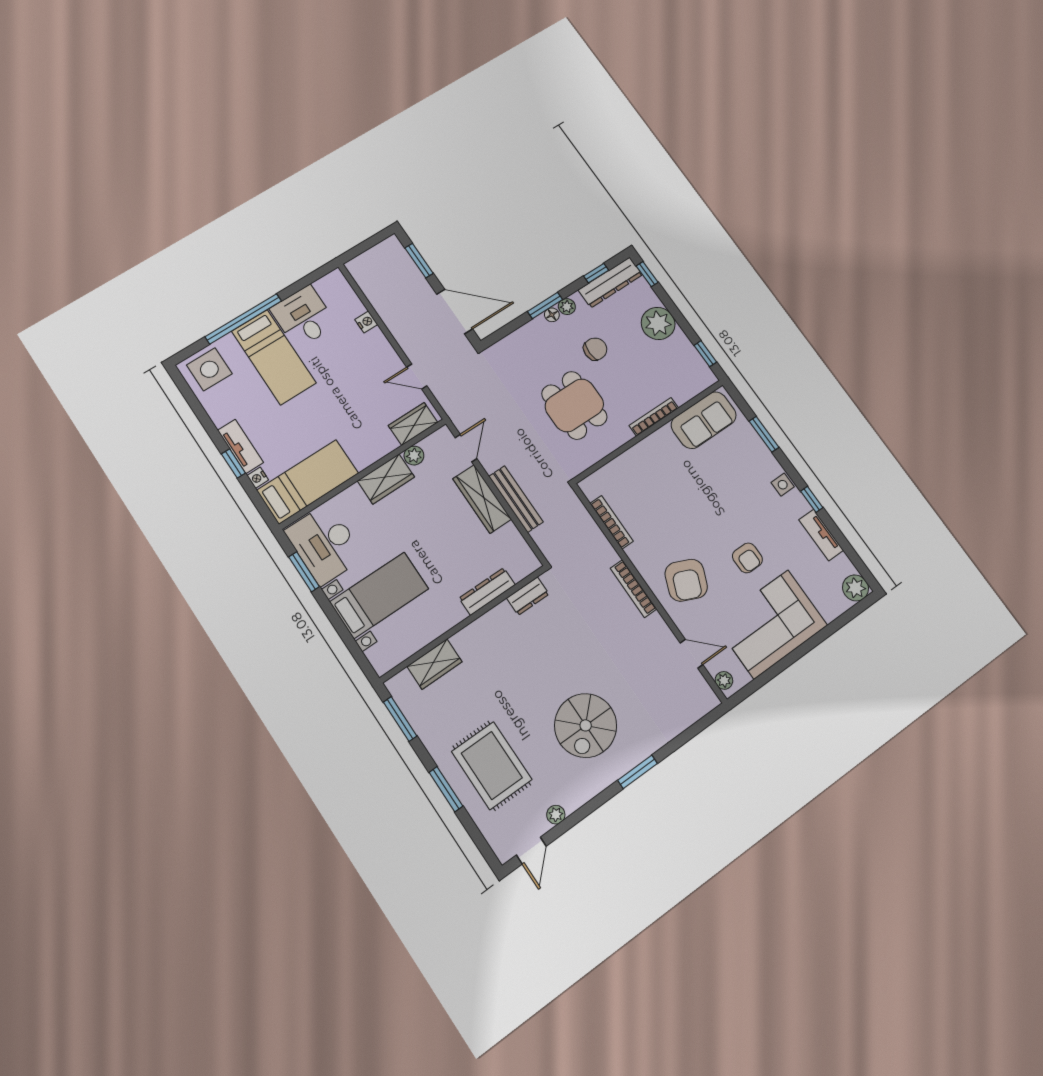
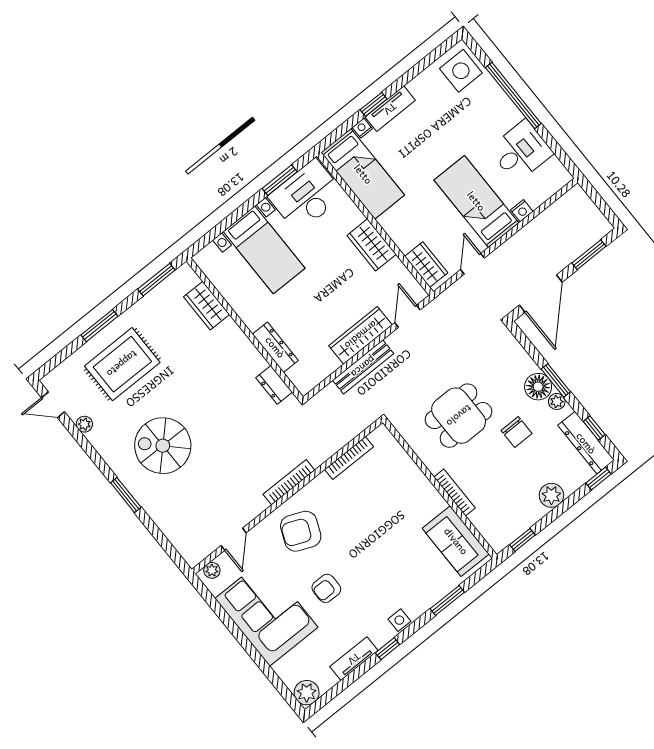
floor lamp: (552, 315) -> (538, 387), width x1.89, depth x1.89
plant: (658, 323) -> (551, 495), width x0.73, depth x0.73
bed: (274, 357) -> (476, 201), moved, turned 90
door: (466, 448) -> (408, 316), swing flipped
plant: (414, 456) -> (396, 269), removed

